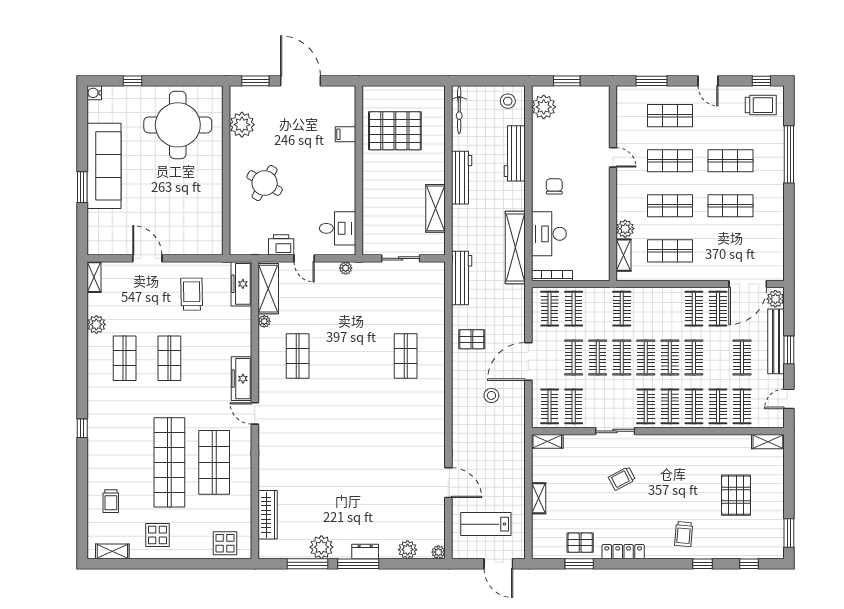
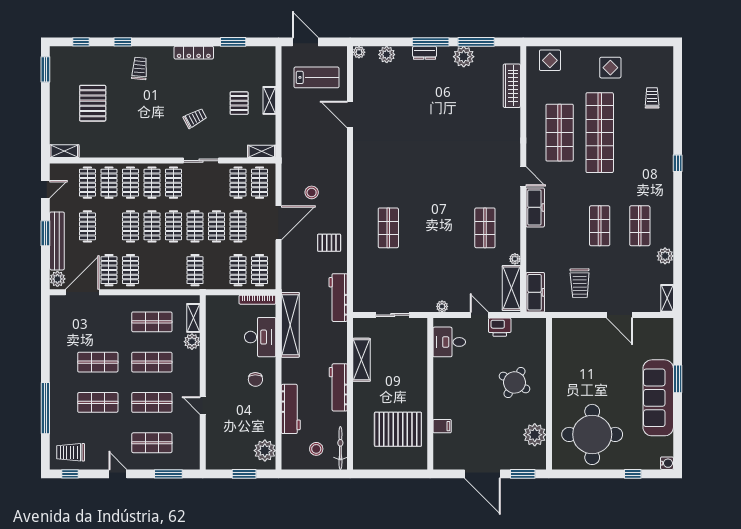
stool: (508, 101) -> (316, 449), moved
pallet: (580, 543) -> (239, 103), moved, turned 90
shelving: (112, 551) -> (651, 53), removed

